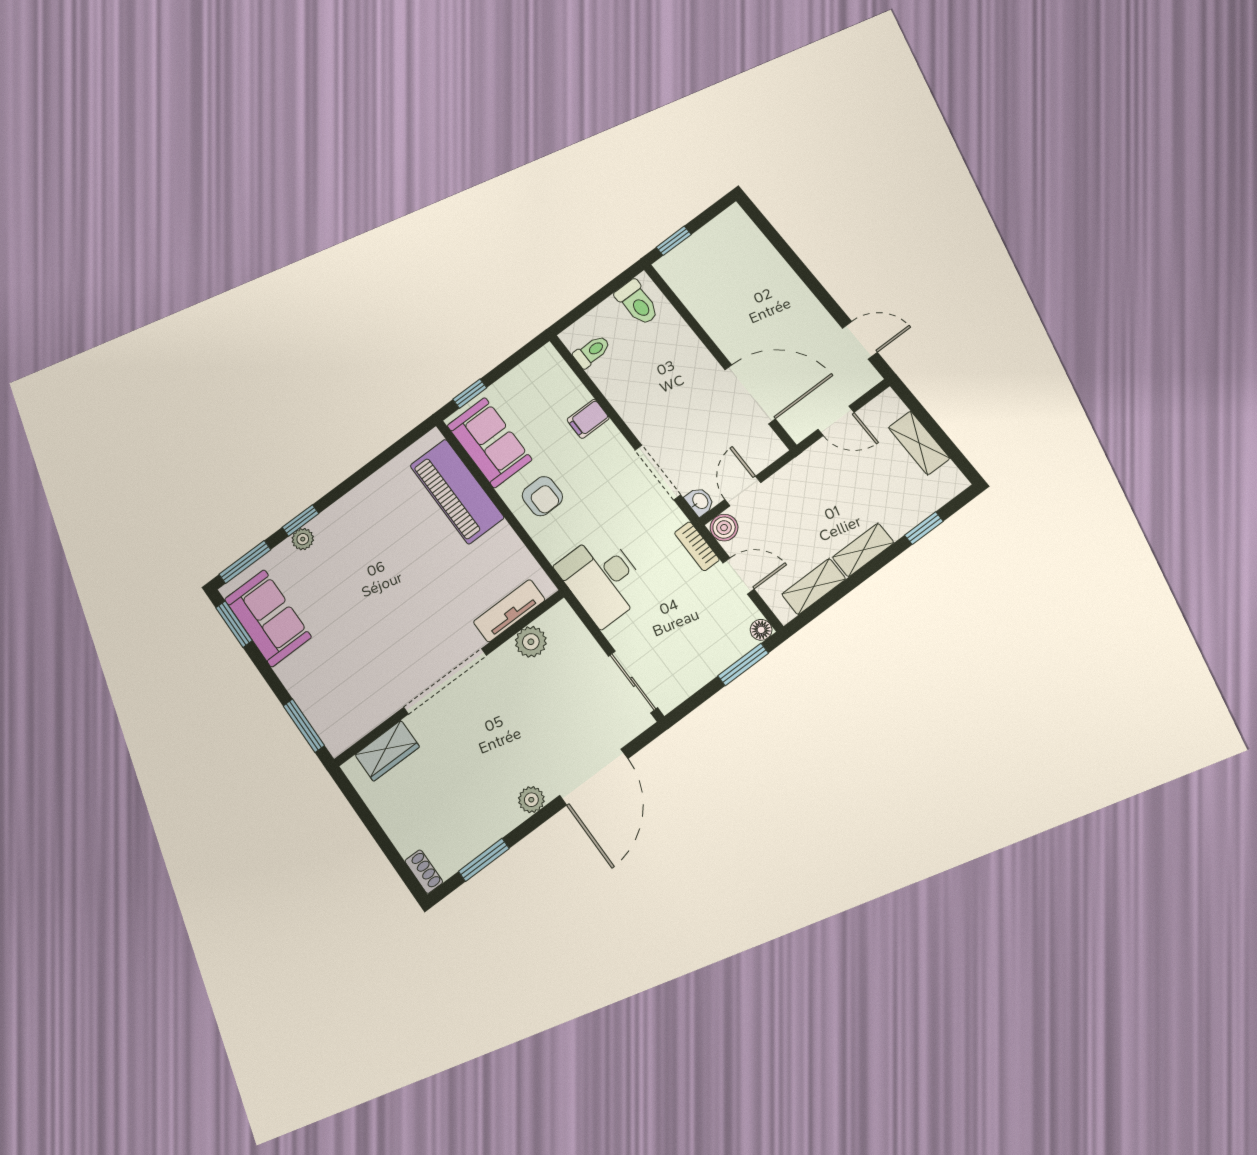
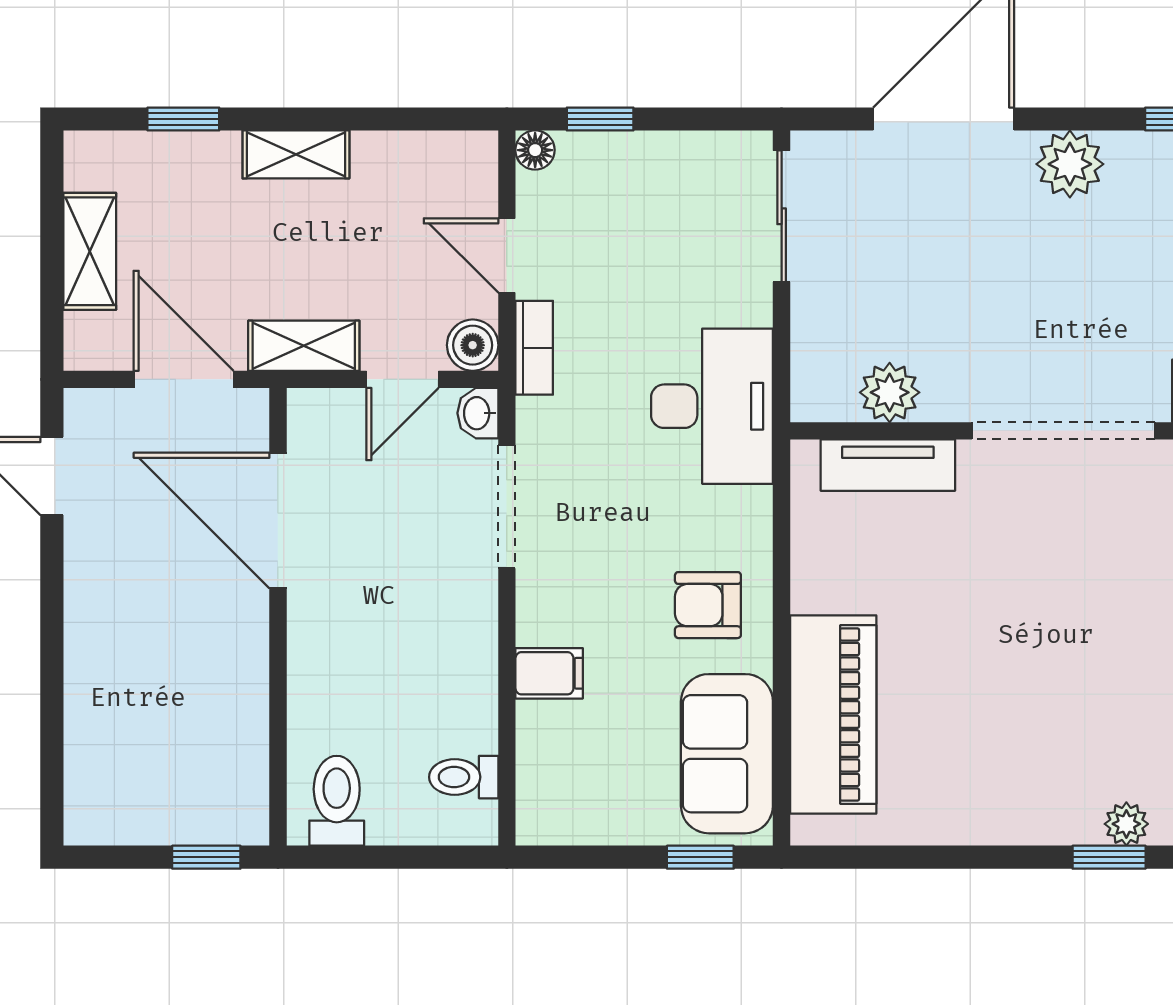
door: (836, 421) -> (184, 379), width x1.38
armchair: (542, 496) -> (708, 605), turned -89
shelving: (814, 587) -> (304, 346), moved
window: (743, 664) -> (600, 119), width x0.67
plant: (531, 800) -> (1070, 164), width x1.38, depth x1.38

